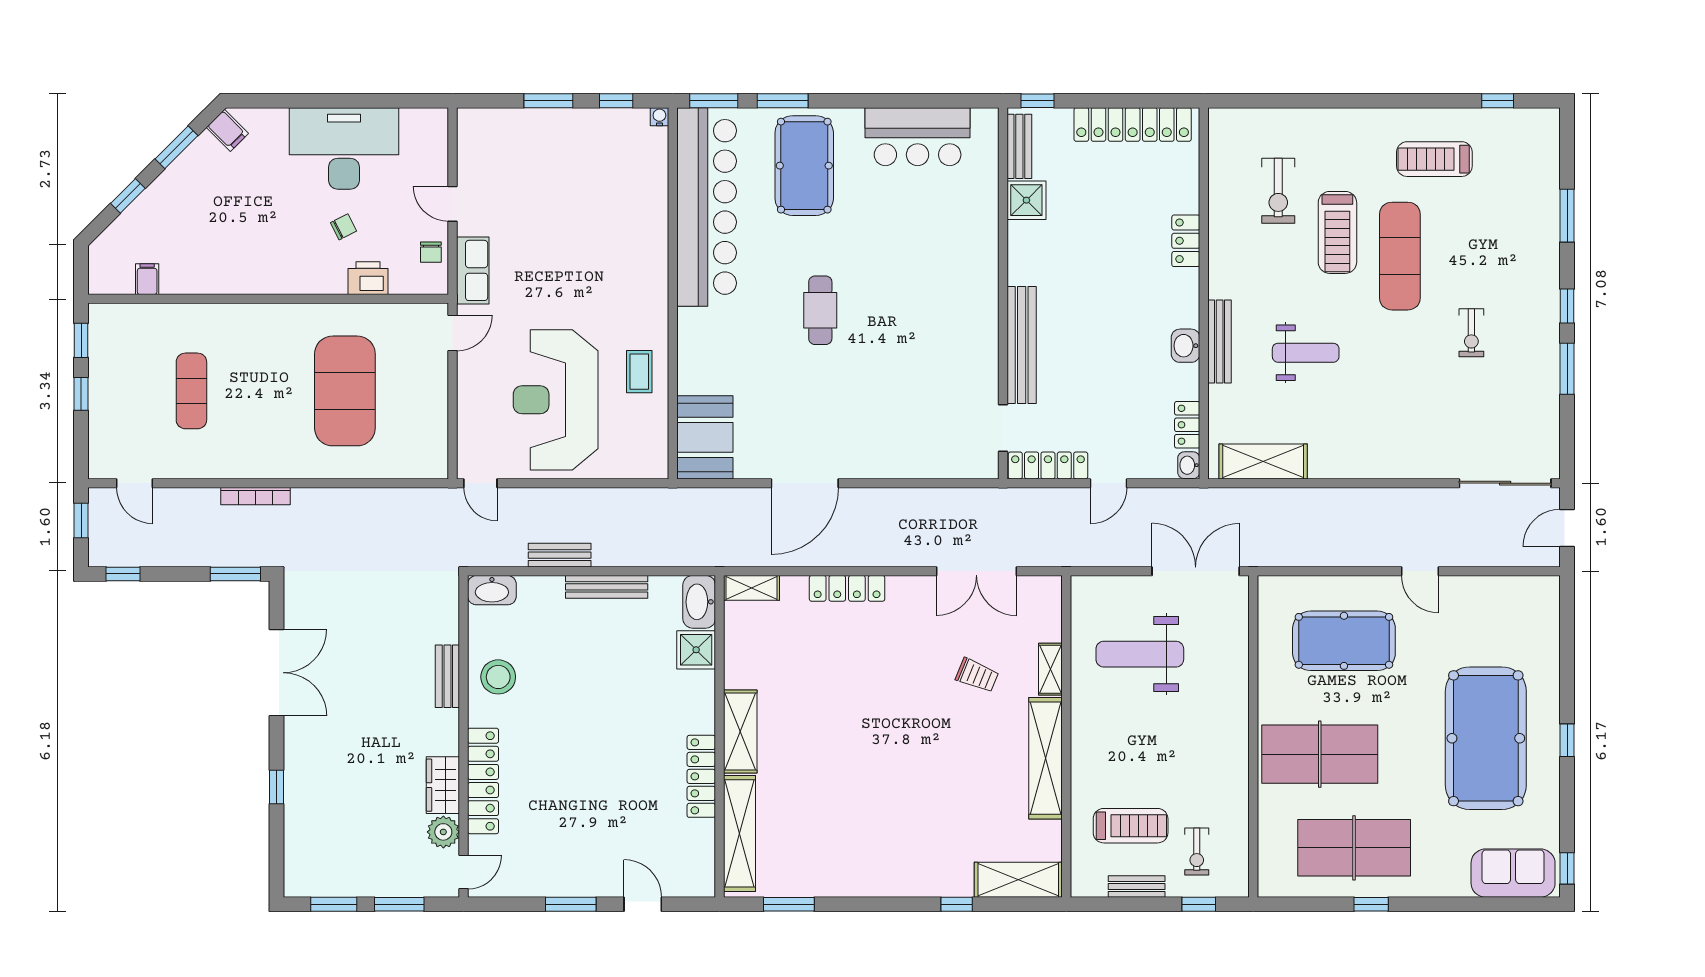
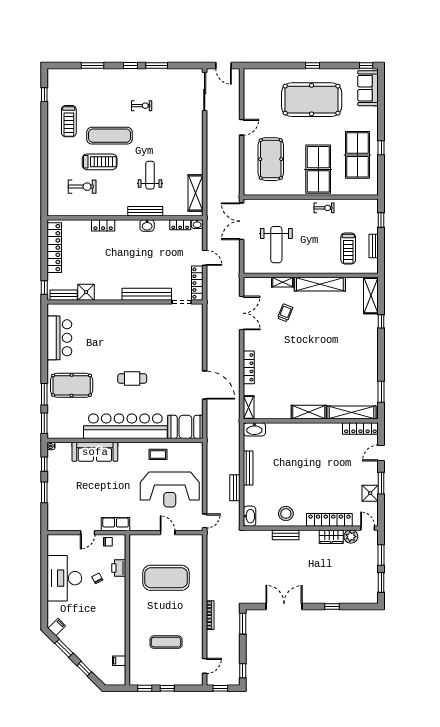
bar counter: (707, 207) -> (125, 426), moved
sofa: (645, 221) -> (95, 452), added
door: (453, 333) -> (168, 533), moved
shower: (696, 650) -> (370, 493), moved
locker: (701, 776) -> (360, 428), moved
treadmill: (1131, 826) -> (348, 248), turned 180
exercise bike: (1197, 852) -> (324, 208), moved

